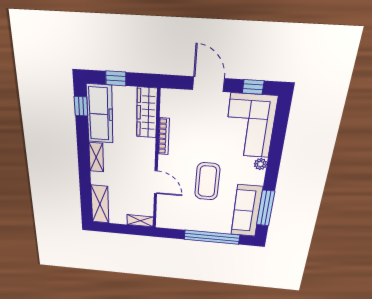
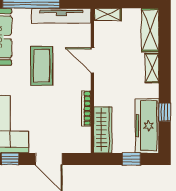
window: (81, 106) -> (165, 112), moved
shelving: (96, 157) -> (152, 68), moved
tv unit: (184, 224) -> (61, 16), added

